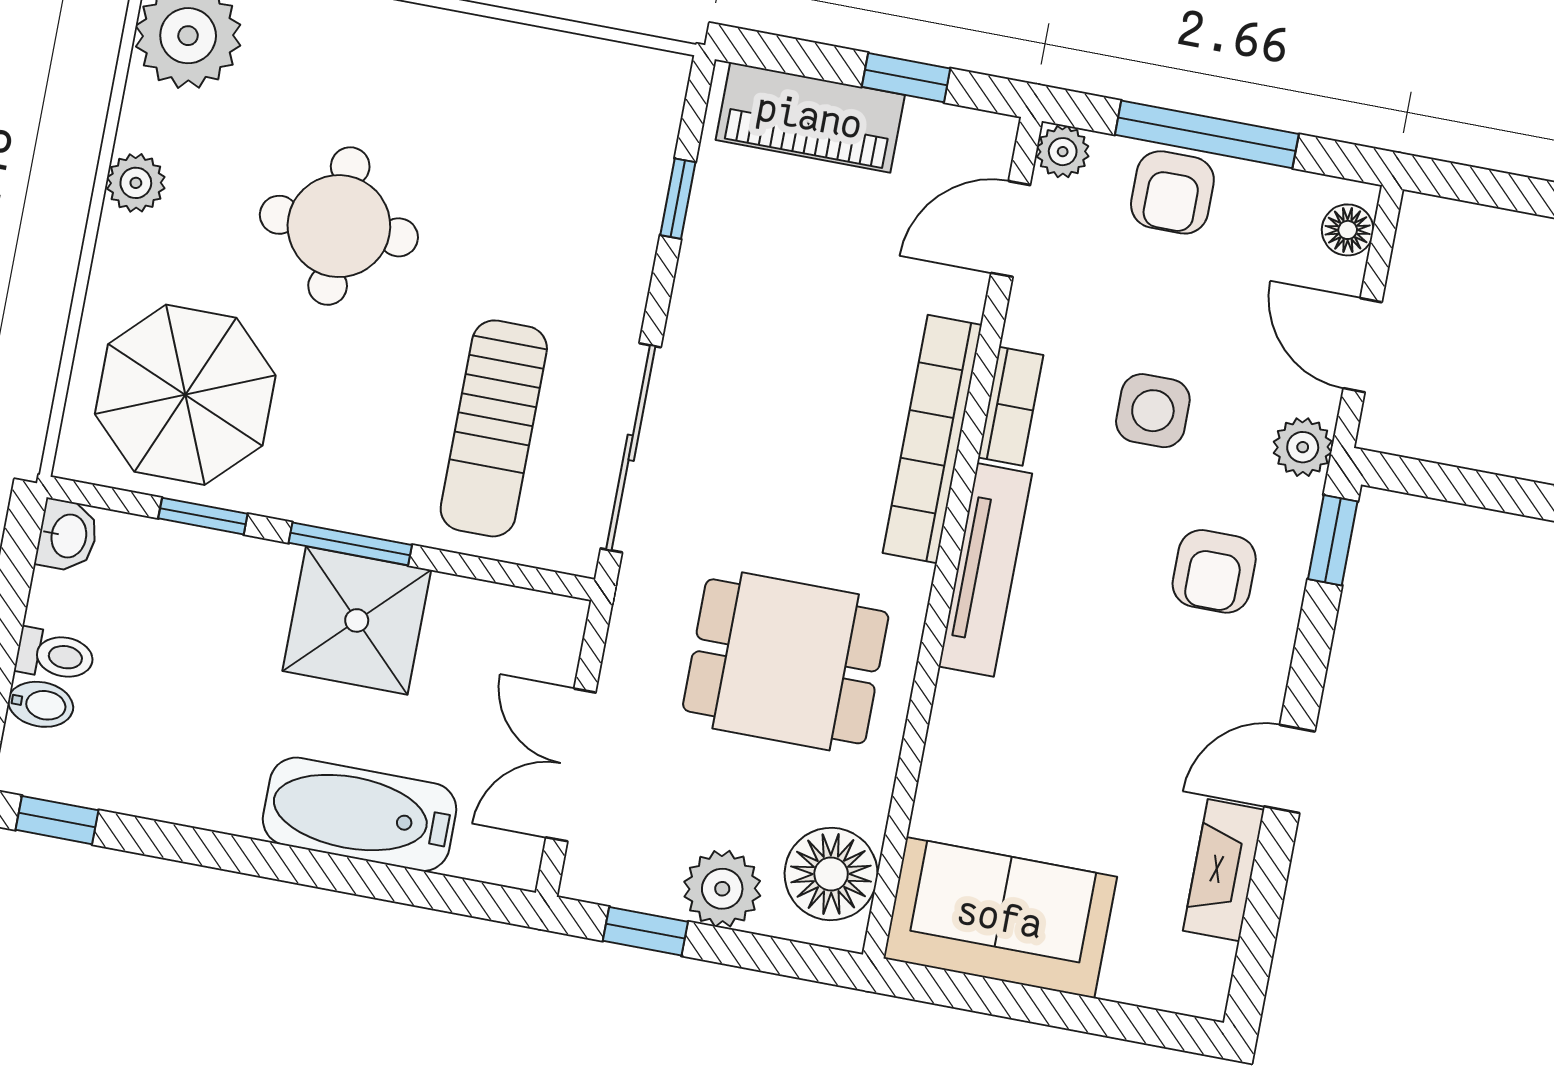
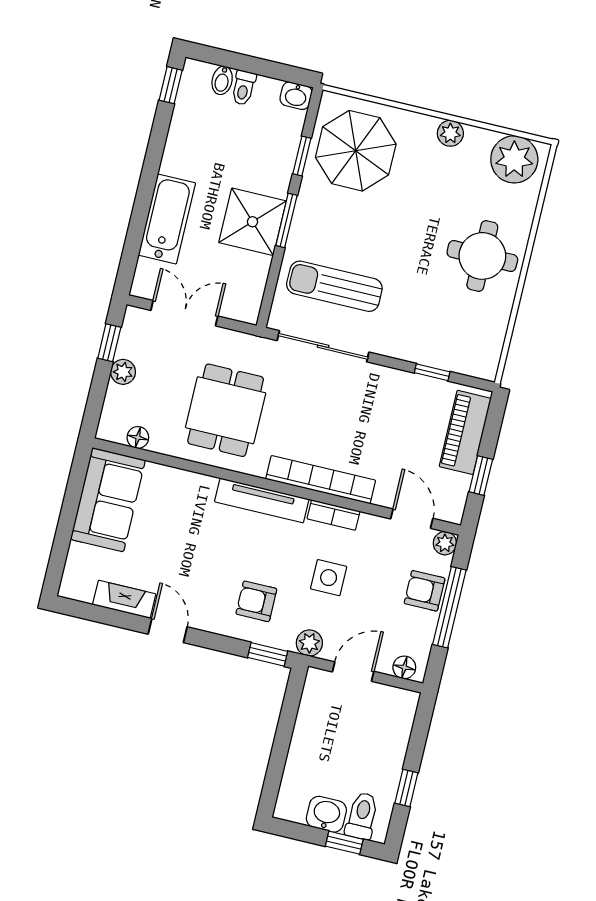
round table: (339, 226) -> (482, 256), moved
floor lamp: (831, 874) -> (138, 437), width x0.53, depth x0.53
plant: (722, 889) -> (123, 372), width x0.73, depth x0.73

